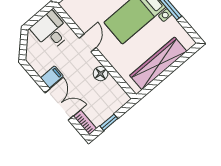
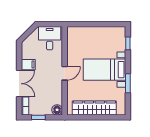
door: (88, 43) -> (65, 73), moved
floor lamp: (101, 74) -> (57, 110), moved

